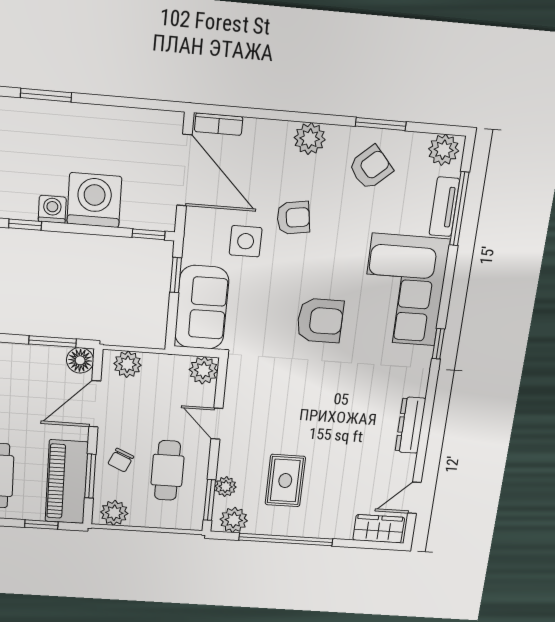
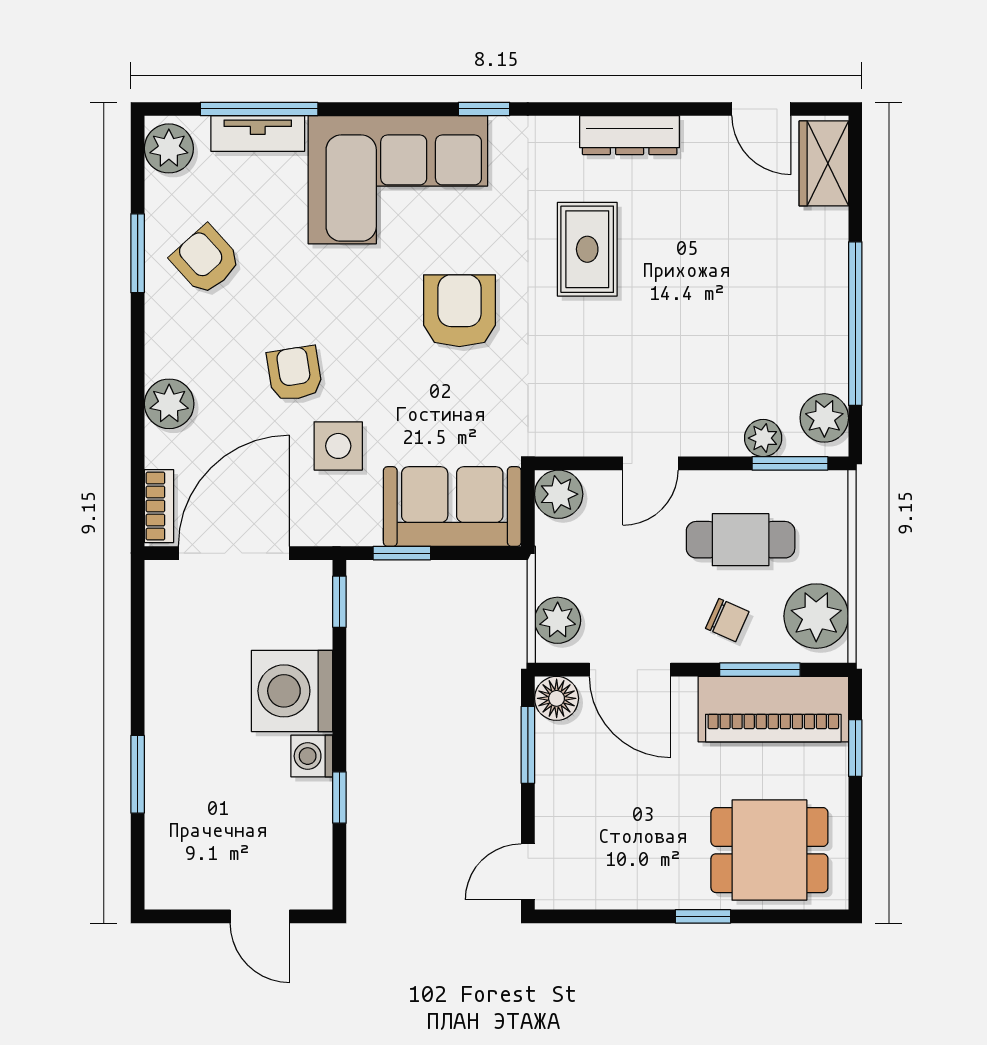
plant: (310, 139) -> (169, 404), moved
rug: (285, 481) -> (587, 249), moved, turned 90
plant: (114, 513) -> (816, 616), width x1.36, depth x1.36

